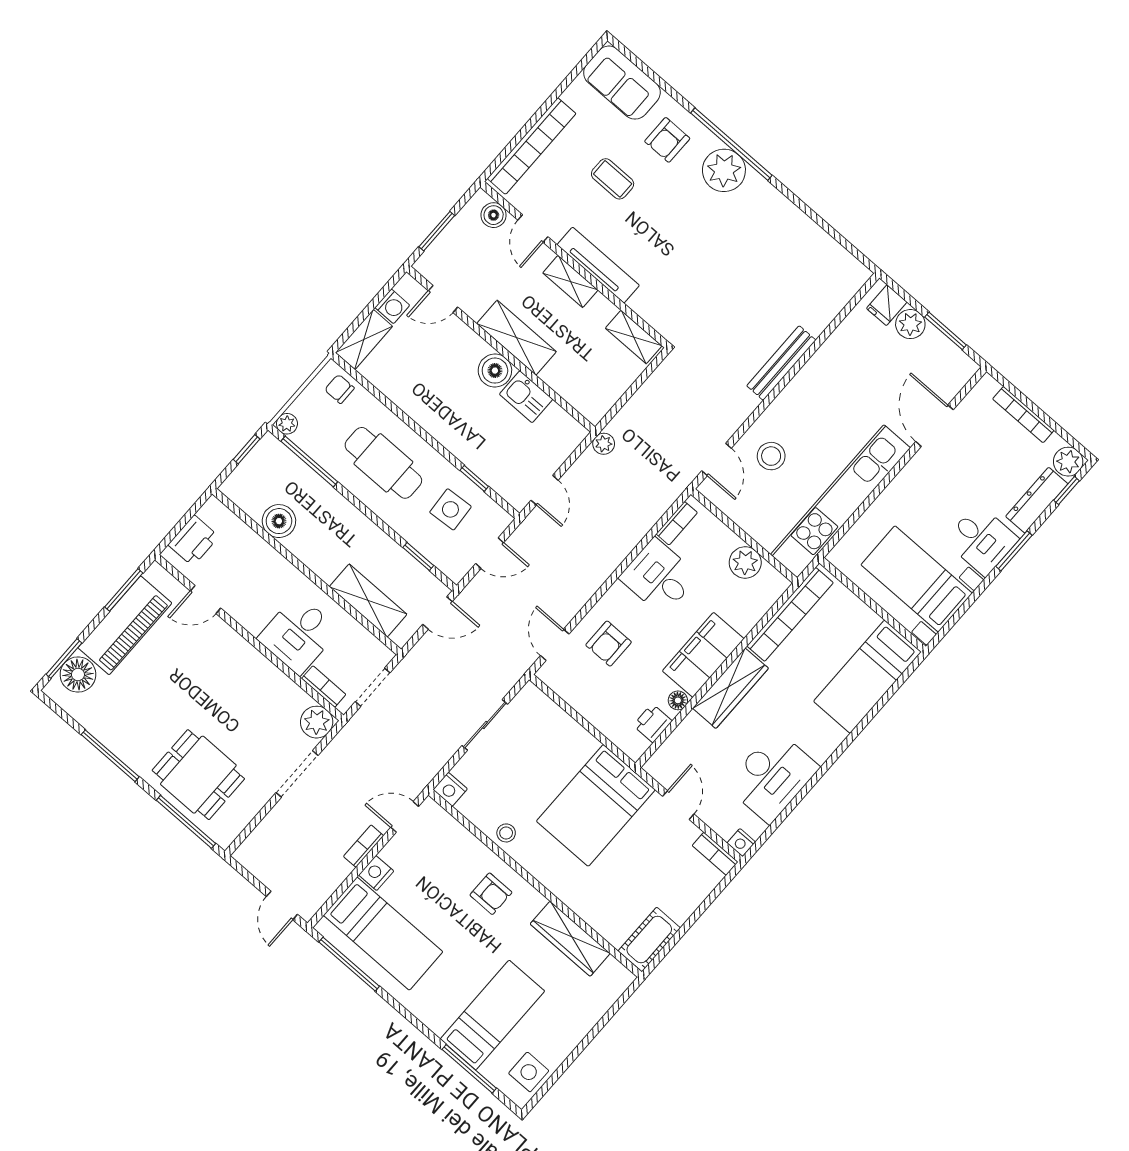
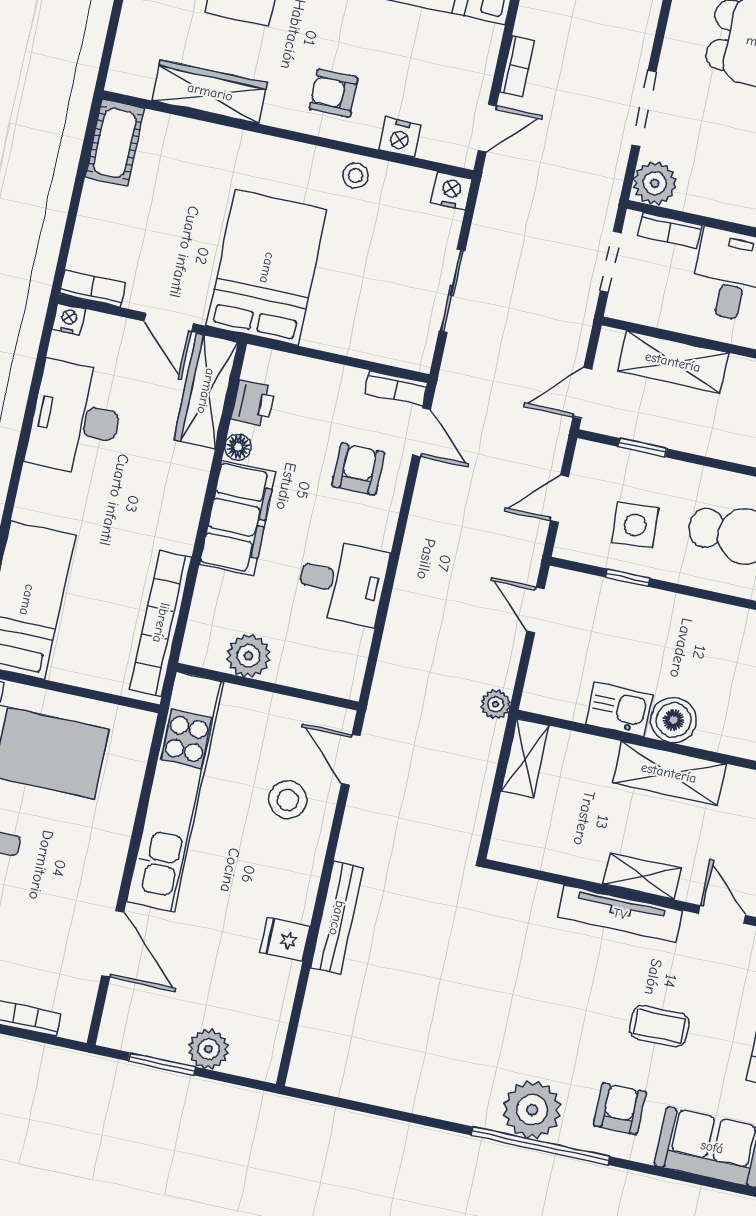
fridge: (887, 305) -> (285, 940), moved, turned -90
shelving: (634, 337) -> (525, 758), moved, turned 90
bookcase: (677, 523) -> (396, 388), moved, turned -90
wardrobe: (730, 688) -> (206, 391), moved
nightstand: (376, 873) -> (400, 137), moved, turned 90

